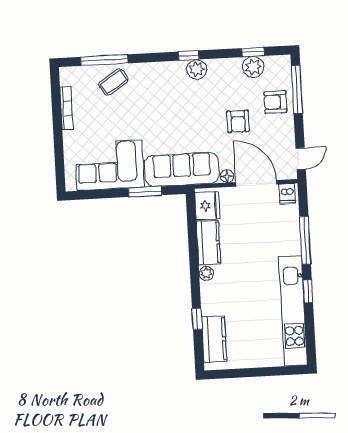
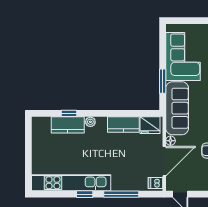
plant: (206, 273) -> (90, 122), moved
kitchen counter: (214, 339) -> (68, 125), moved

